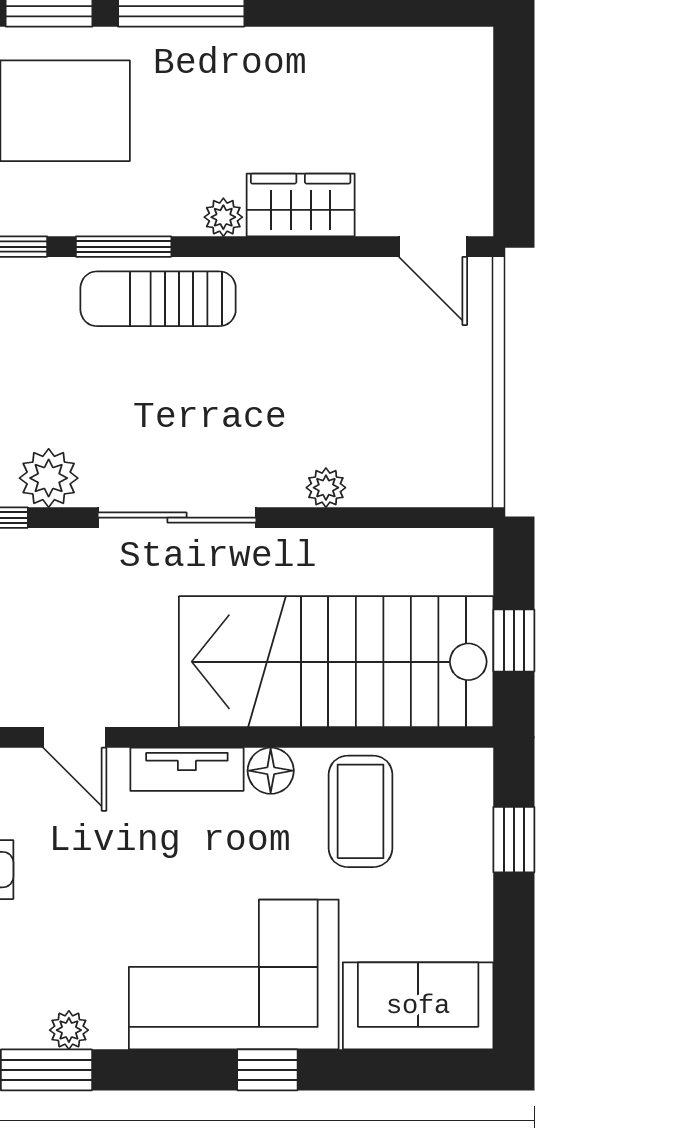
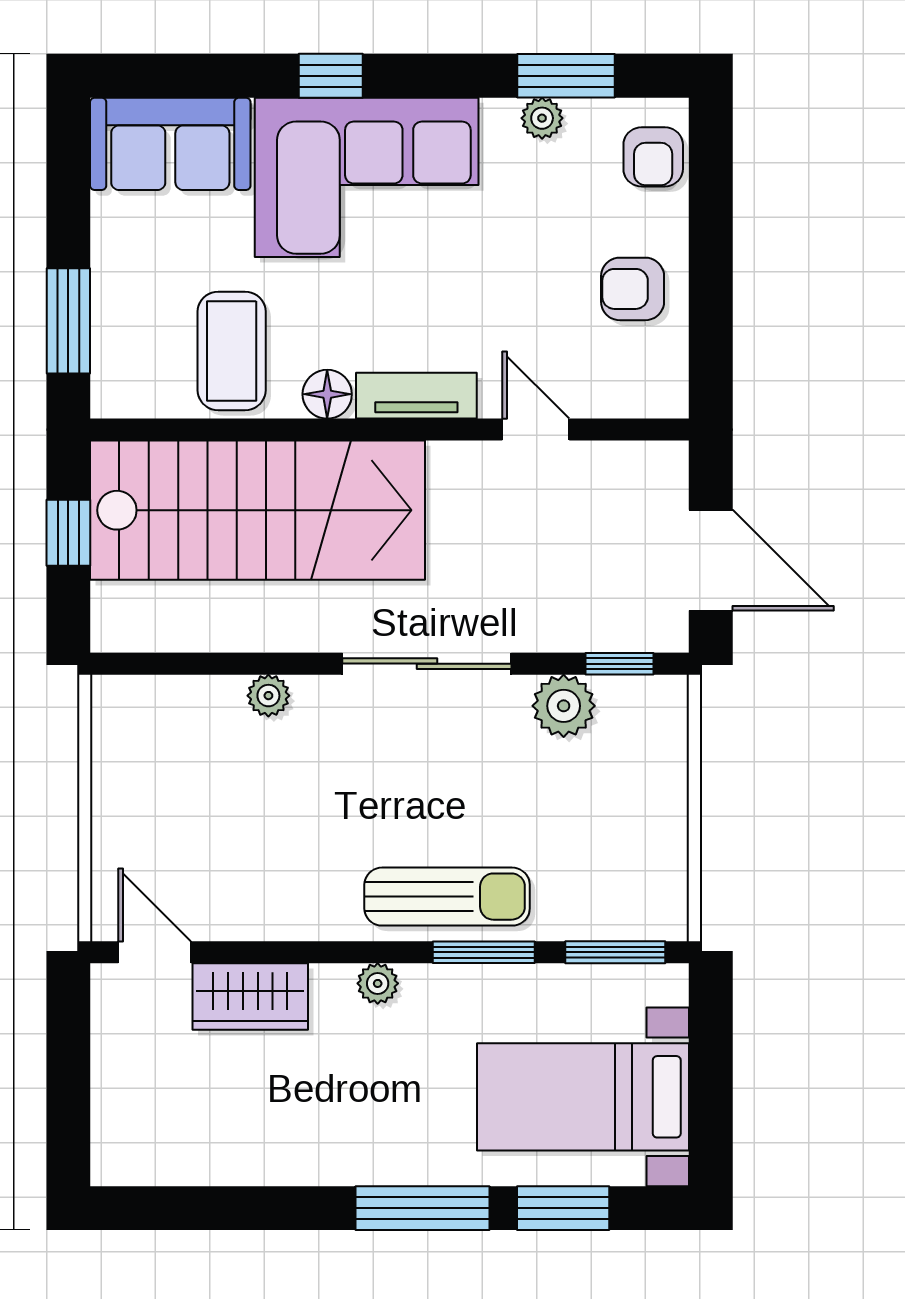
wardrobe: (301, 205) -> (250, 996), moved
window: (514, 840) -> (68, 321), width x1.50

